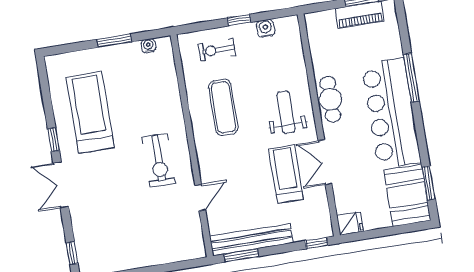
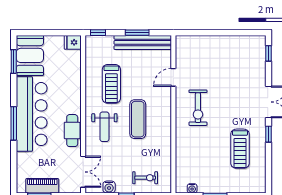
window: (411, 78) -> (14, 123), moved
exercise mat: (223, 107) -> (138, 119), moved
treadmill: (90, 112) -> (240, 149), width x0.73, depth x0.73
exercise bike: (159, 161) -> (198, 108), turned 180
double door: (325, 162) -> (83, 172), moved
window: (241, 255) -> (137, 33), moved

